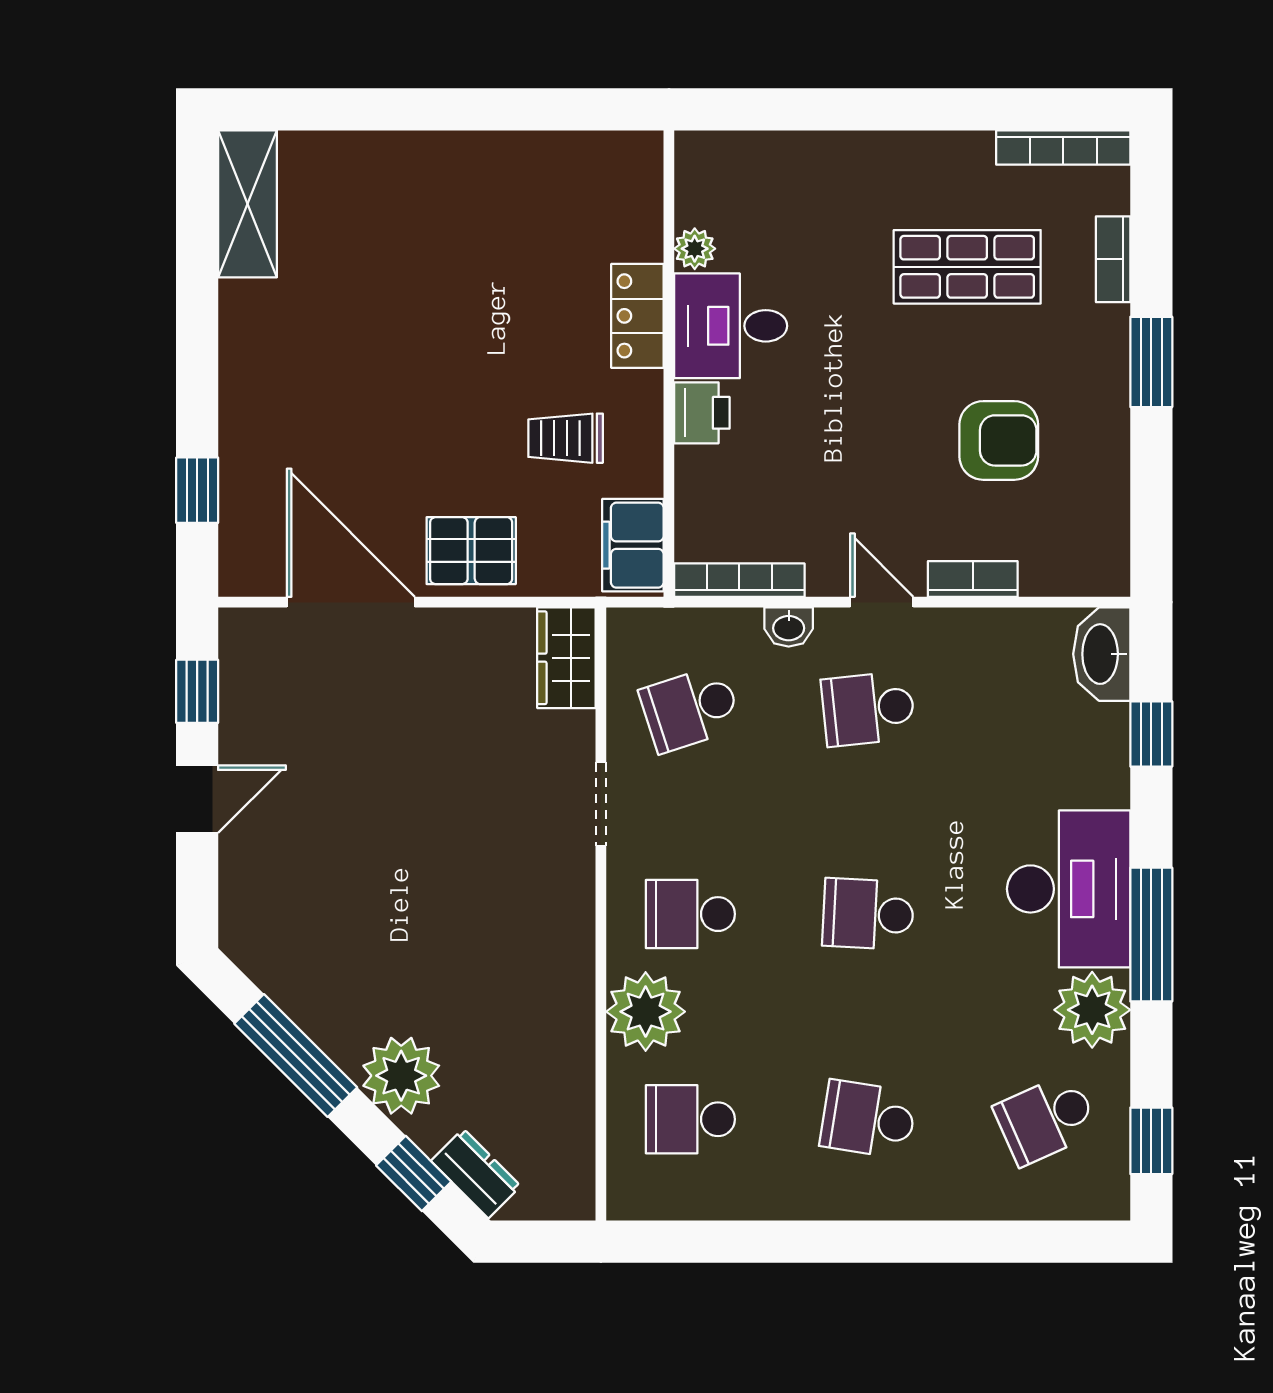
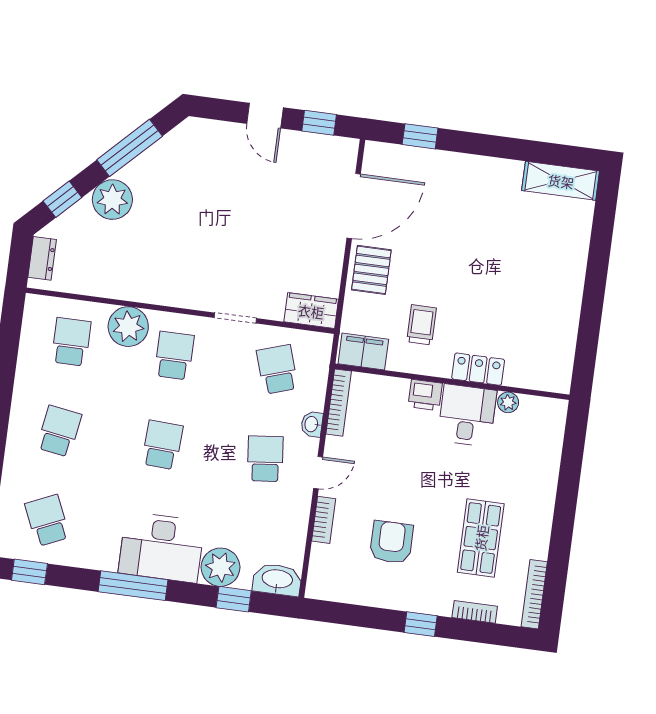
window: (1151, 362) -> (421, 624), width x0.67
armchair: (999, 440) -> (391, 542), turned 180
plant: (1092, 1010) -> (221, 567), moved
dresser: (476, 1173) -> (42, 258), moved, turned -45

